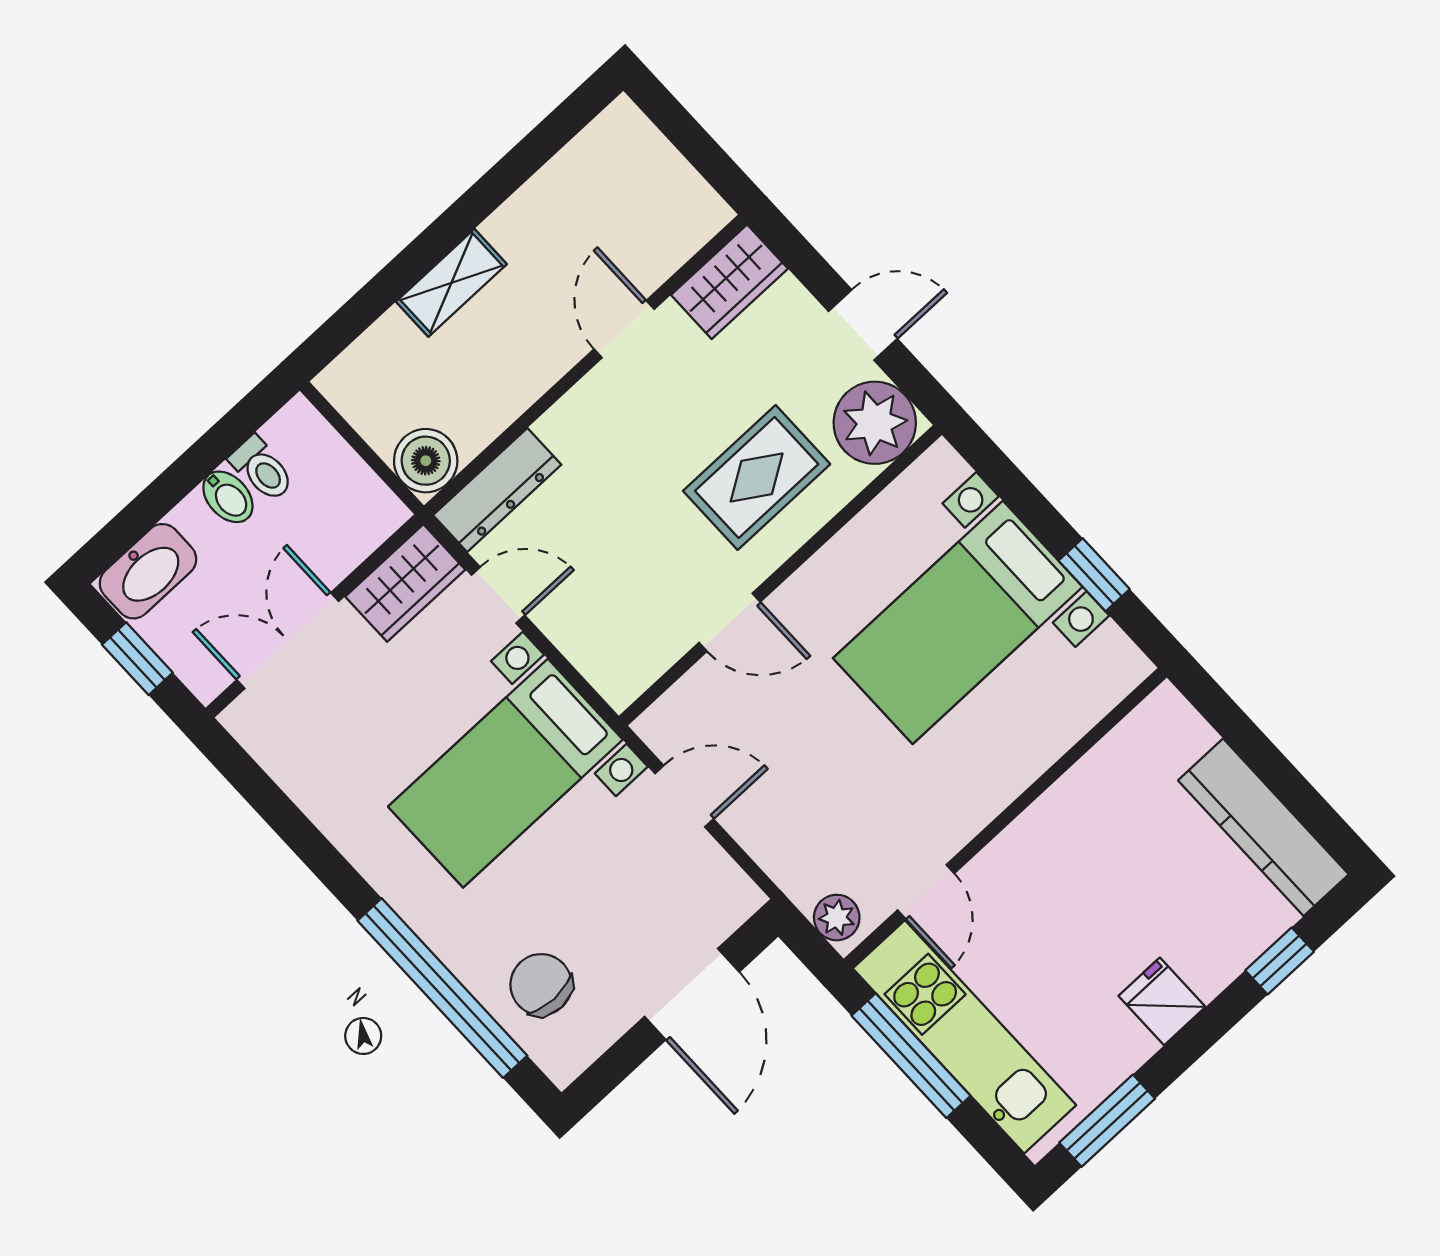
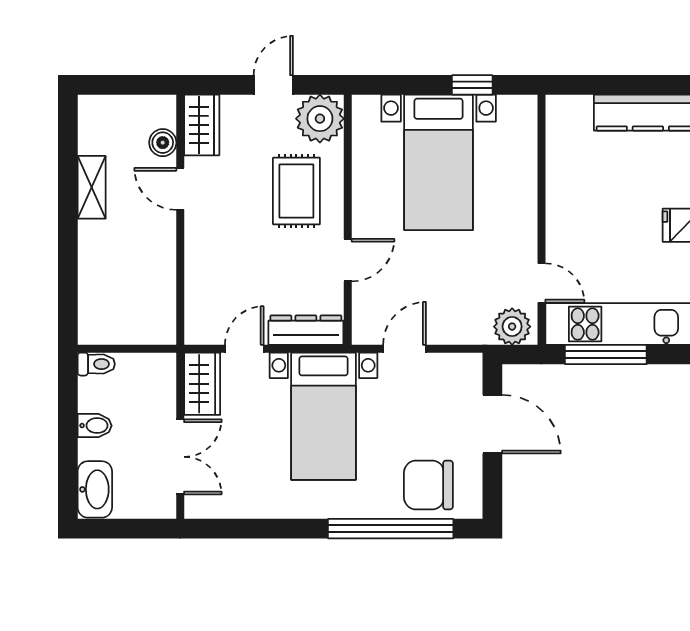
shelving: (451, 283) -> (92, 187), moved
boiler: (426, 461) -> (163, 143), moved, width x0.73, depth x0.73
toilet: (262, 469) -> (96, 364), moved
dresser: (497, 490) -> (306, 330), moved, turned -90
double door: (288, 641) -> (180, 457), swing flipped
window: (137, 659) -> (128, 529), removed
plant: (837, 918) -> (512, 327), width x1.38, depth x1.38
chair: (541, 985) -> (428, 485), width x1.37, depth x1.37

